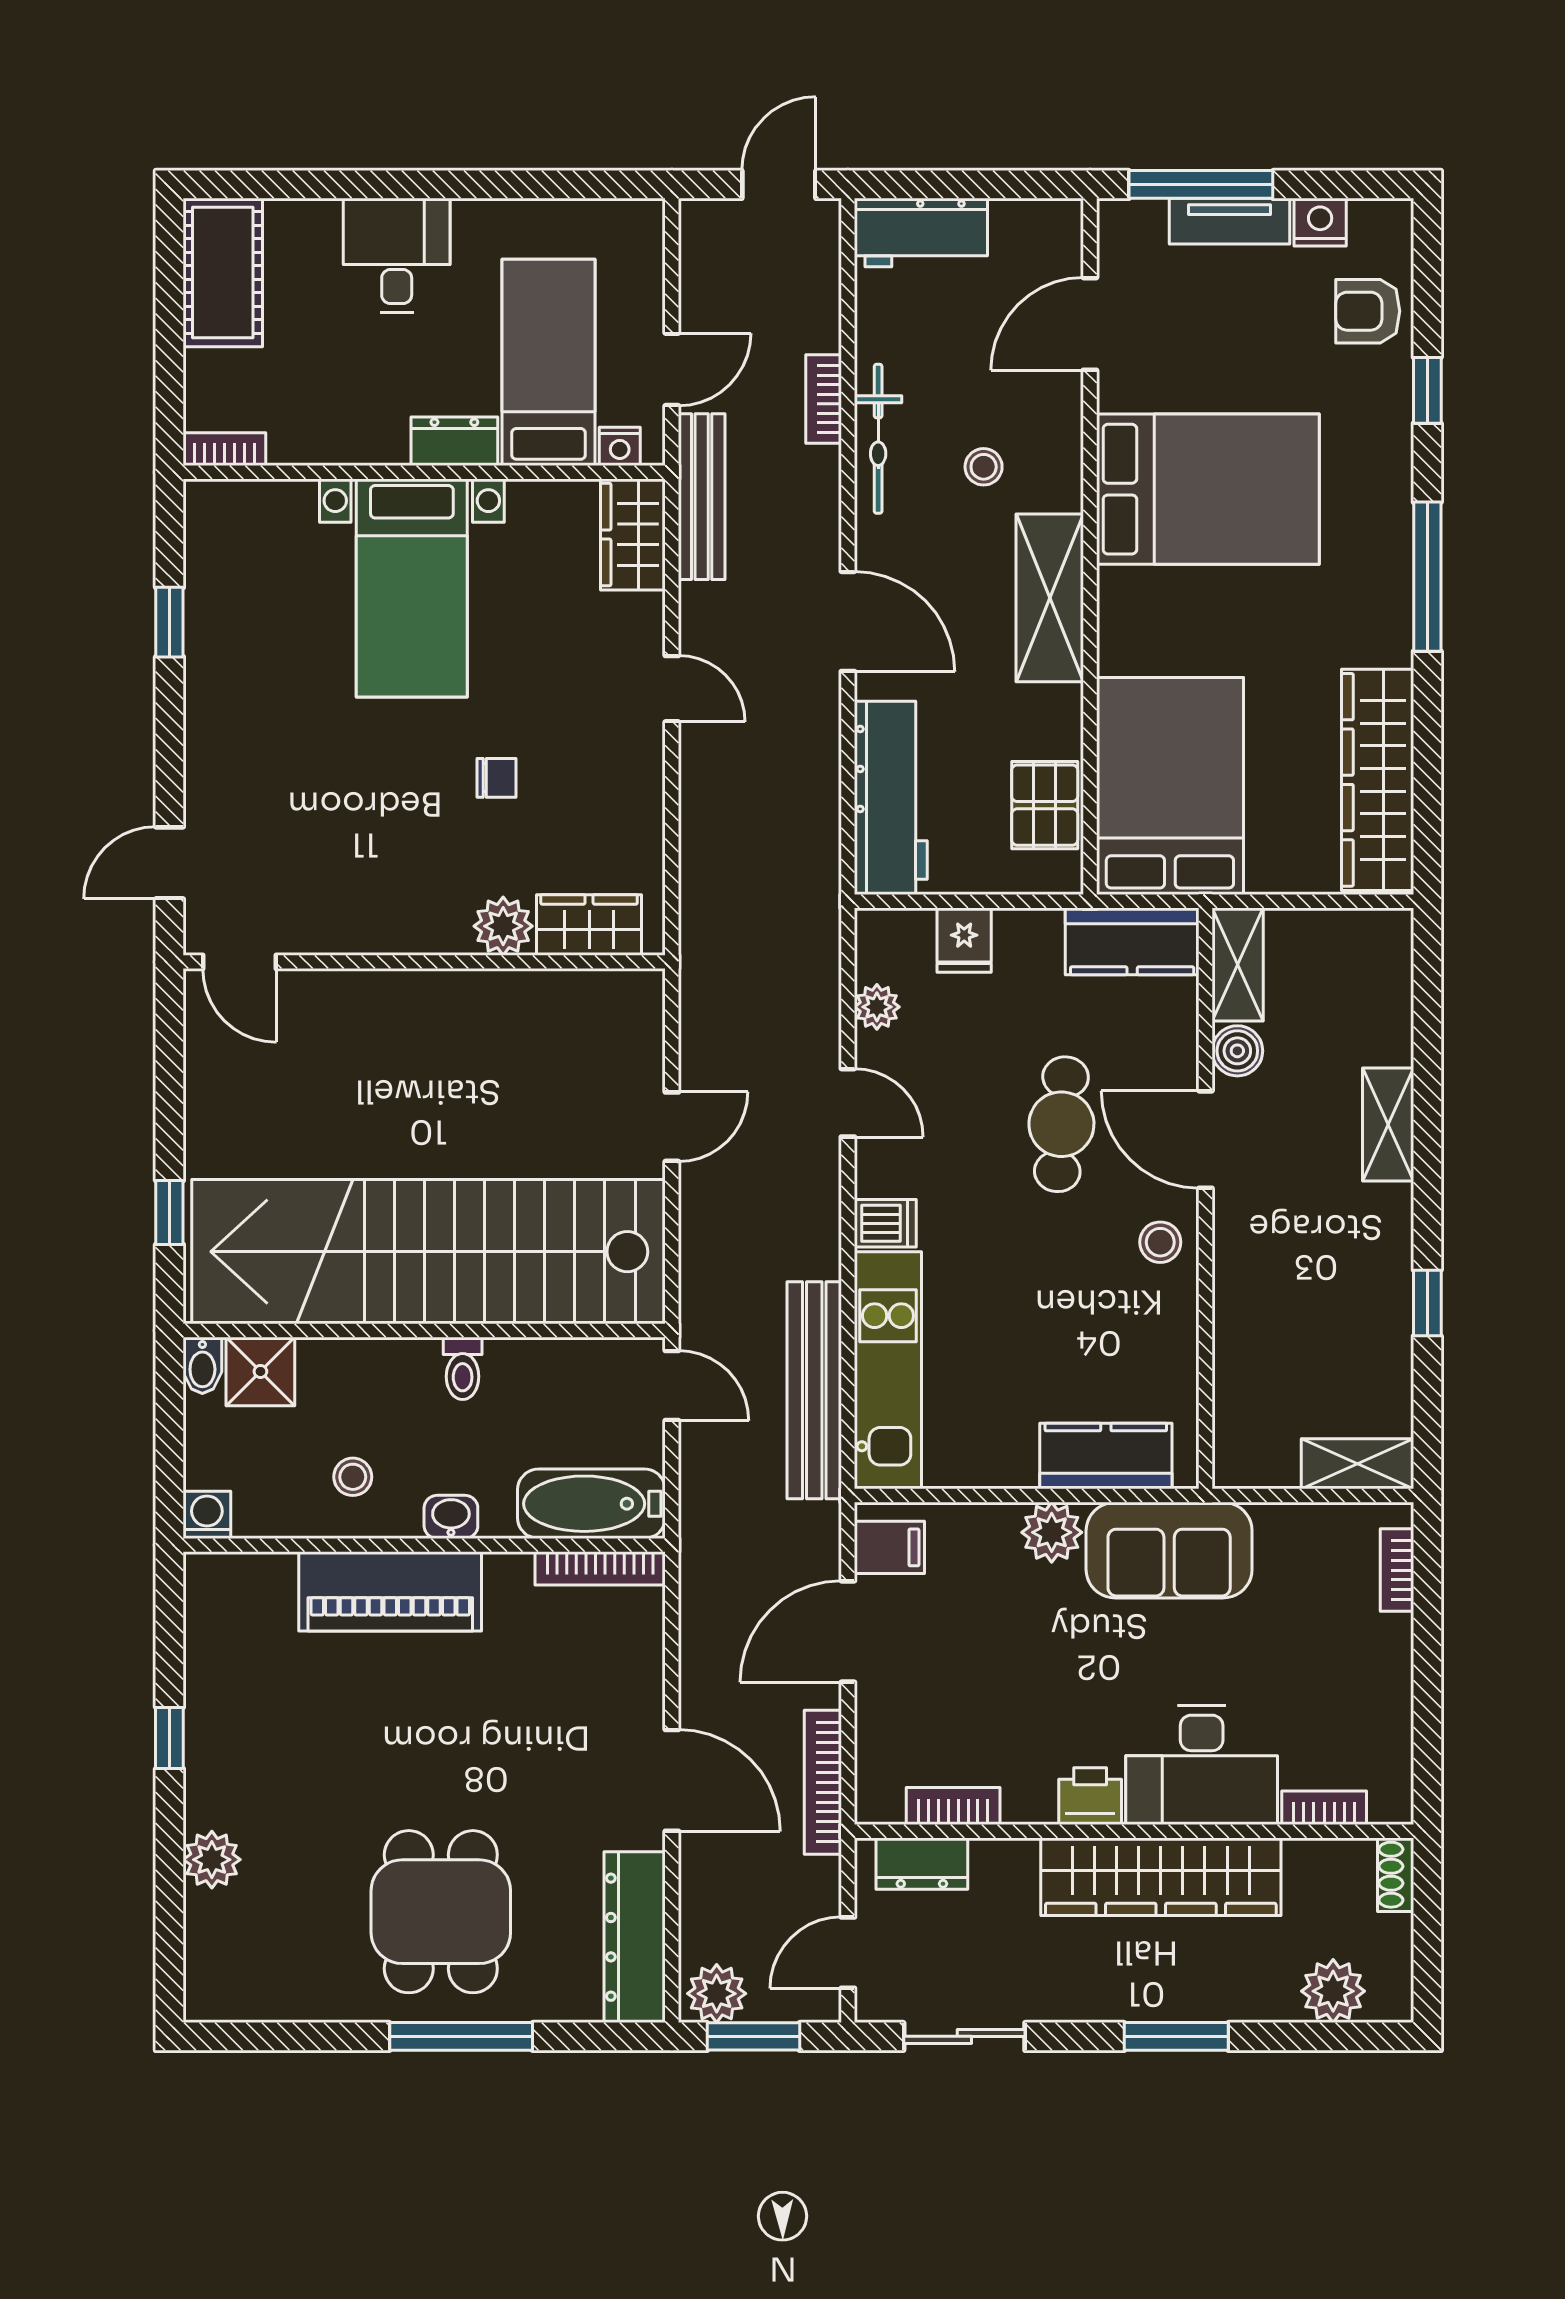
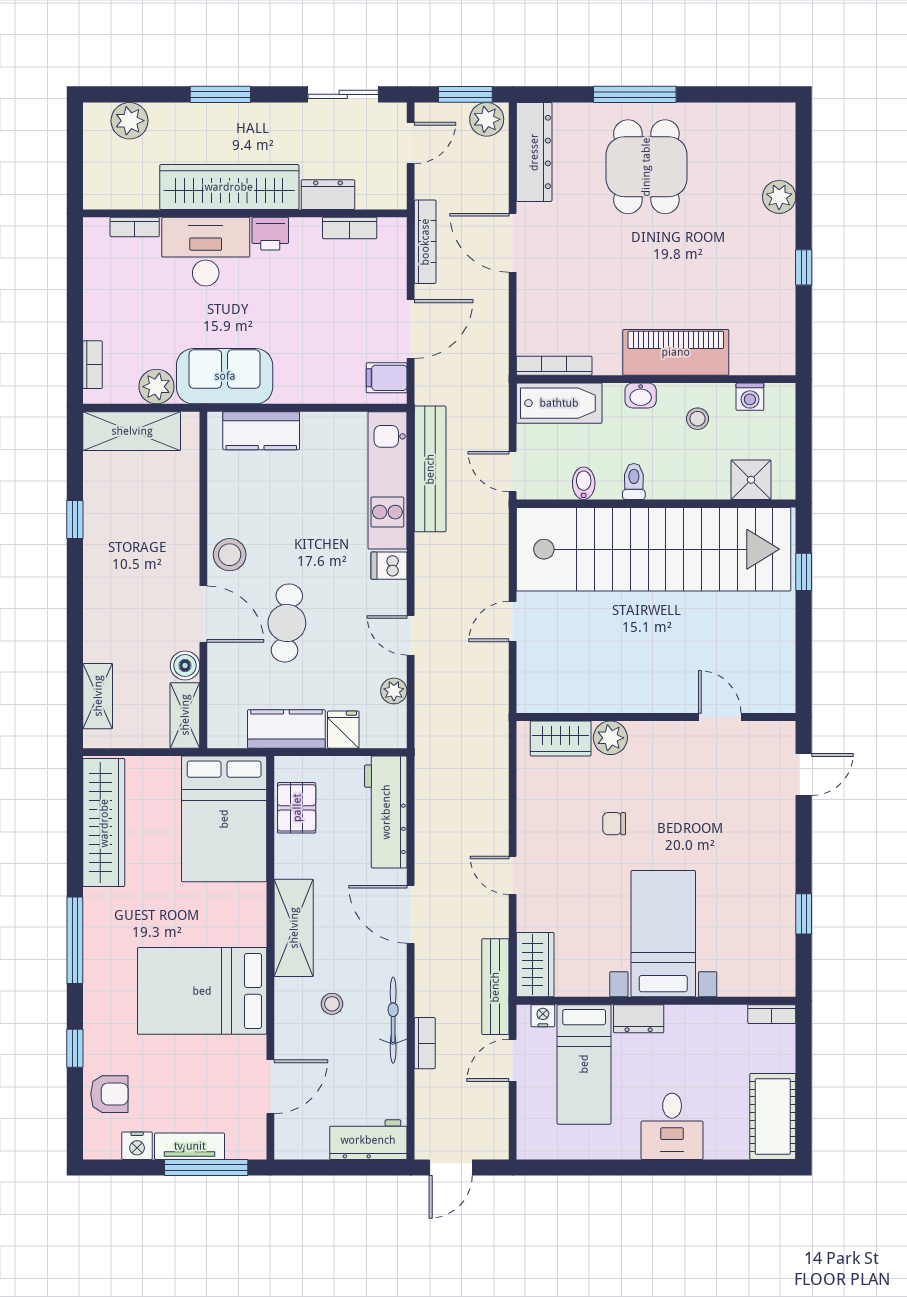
kitchen counter: (1132, 941) -> (286, 729), moved
door: (239, 962) -> (720, 717), moved
shelving: (1388, 1125) -> (98, 696), moved
stool: (1160, 1242) -> (230, 555), width x1.37, depth x1.37
bidet: (202, 1365) -> (584, 483), moved
shelving: (1357, 1464) -> (132, 431), width x1.50, depth x1.33
washing machine: (207, 1515) -> (750, 397), moved
plant: (1052, 1532) -> (156, 387), moved
dresser: (922, 1864) -> (328, 195), moved
shoe rack: (1396, 1875) -> (93, 188), removed

